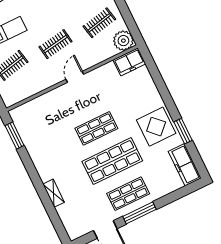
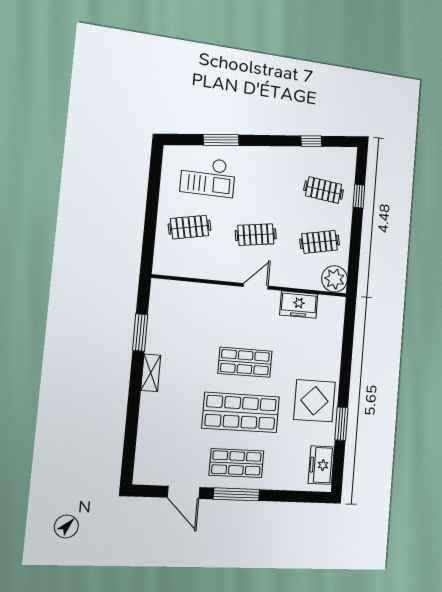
freezer: (129, 62) -> (299, 305), moved
window: (15, 136) -> (140, 332), moved
freezer: (185, 165) -> (321, 465), width x0.71
shelving: (54, 193) -> (151, 373), moved

